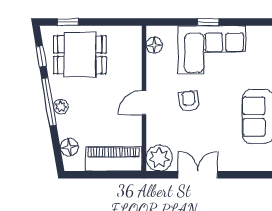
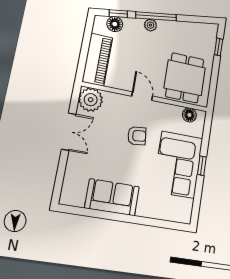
dining table: (80, 55) -> (185, 78), moved
window: (41, 56) -> (118, 14), moved

